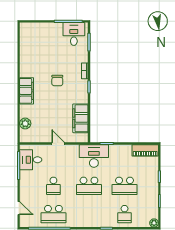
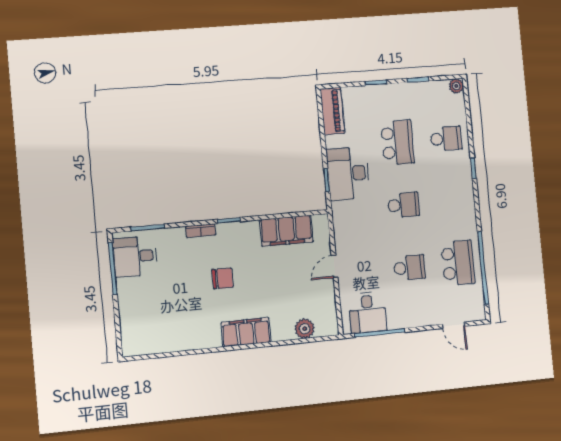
desk: (94, 156) -> (348, 173), moved
school desk: (89, 186) -> (403, 205), width x0.54
door: (19, 208) -> (454, 325), swing flipped

